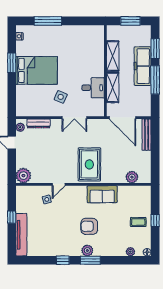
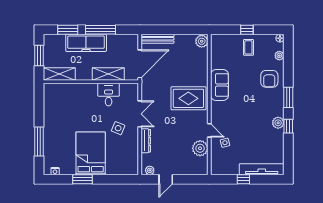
shelving: (113, 56) -> (59, 74), moved
dresser: (39, 123) -> (146, 141), moved
plant: (23, 176) -> (200, 148), moved
plant: (132, 177) -> (202, 41), moved
armchair: (89, 226) -> (269, 79), moved
plant: (87, 250) -> (278, 123), moved

